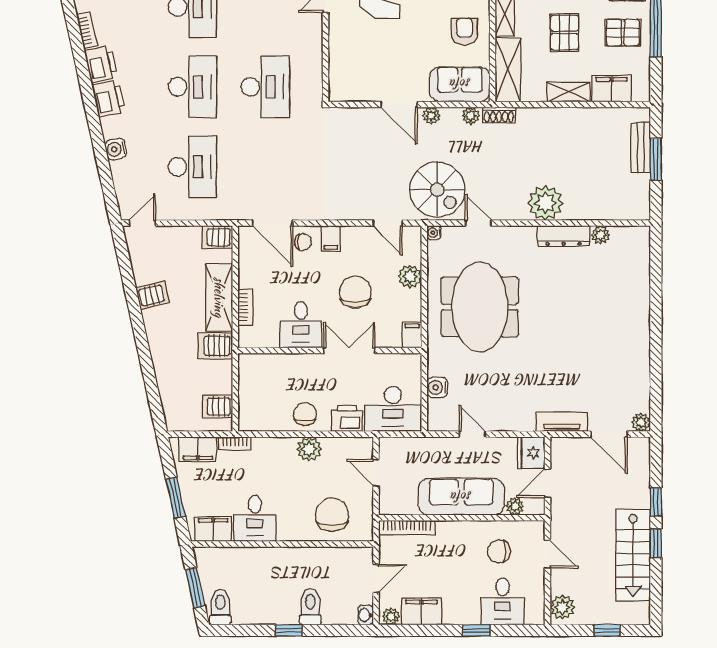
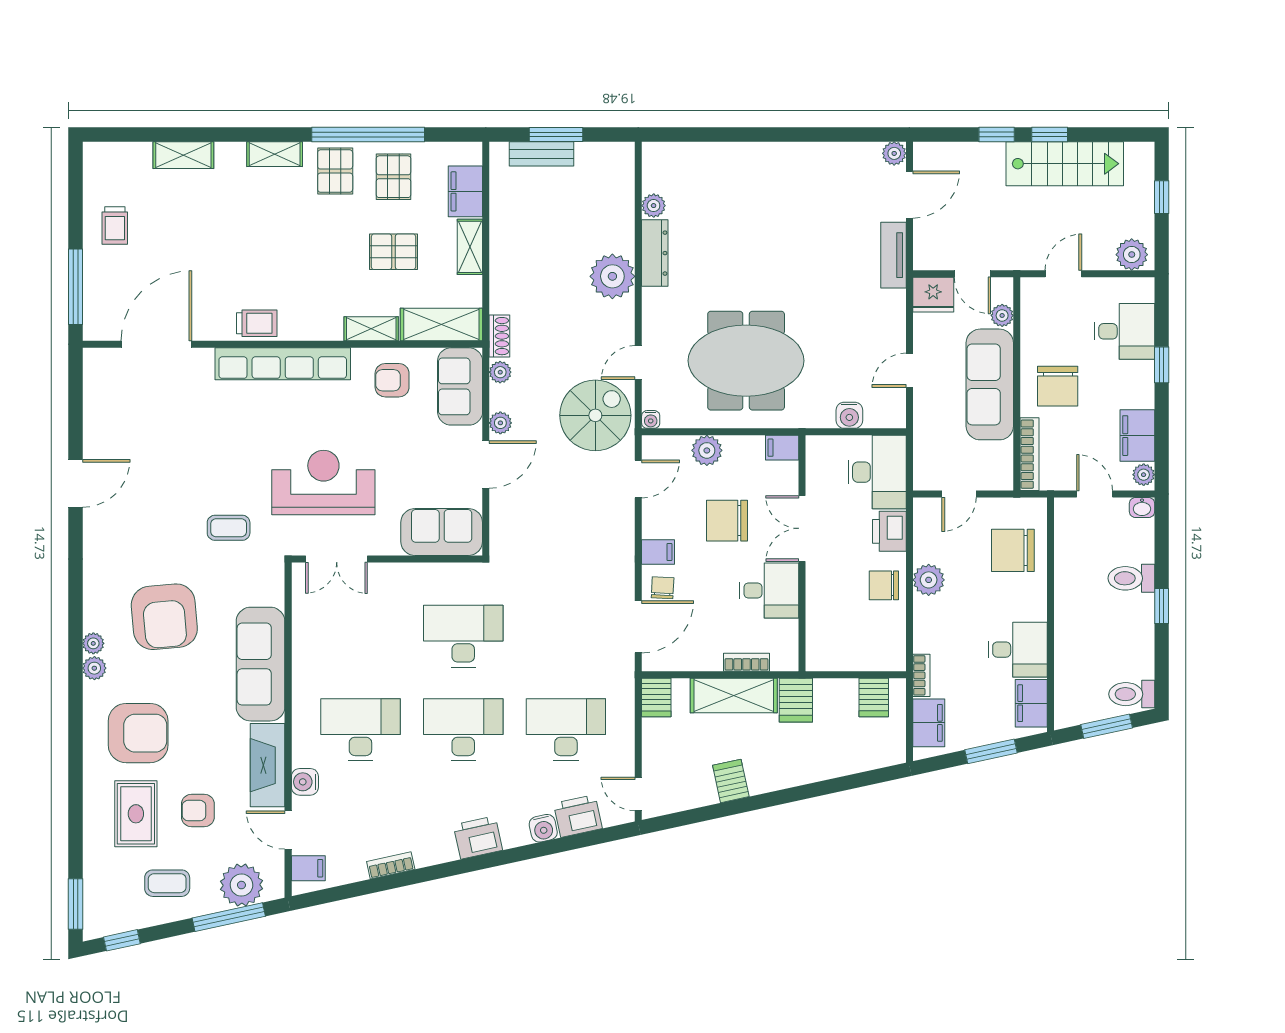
printer: (101, 64) -> (578, 816), moved
sofa: (346, 70) -> (442, 532), added
chair: (499, 551) -> (1058, 386), moved, width x1.37, depth x1.37

